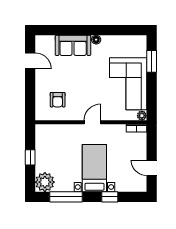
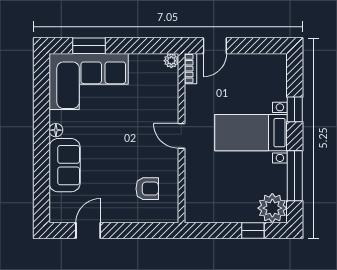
corner sofa: (128, 84) -> (89, 82), moved
window: (30, 157) -> (253, 230), moved
door: (152, 168) -> (215, 46), moved

